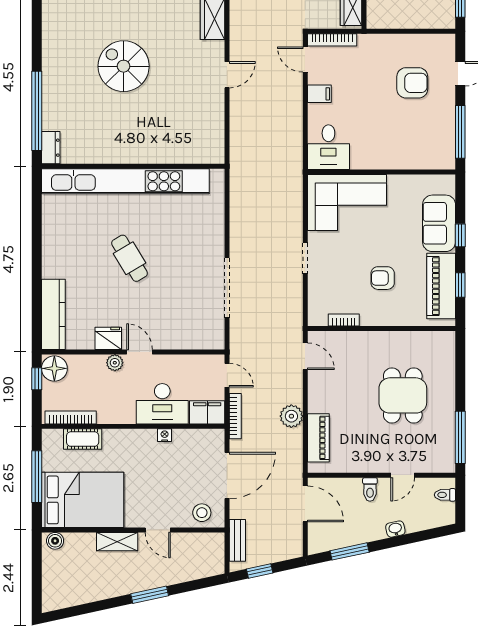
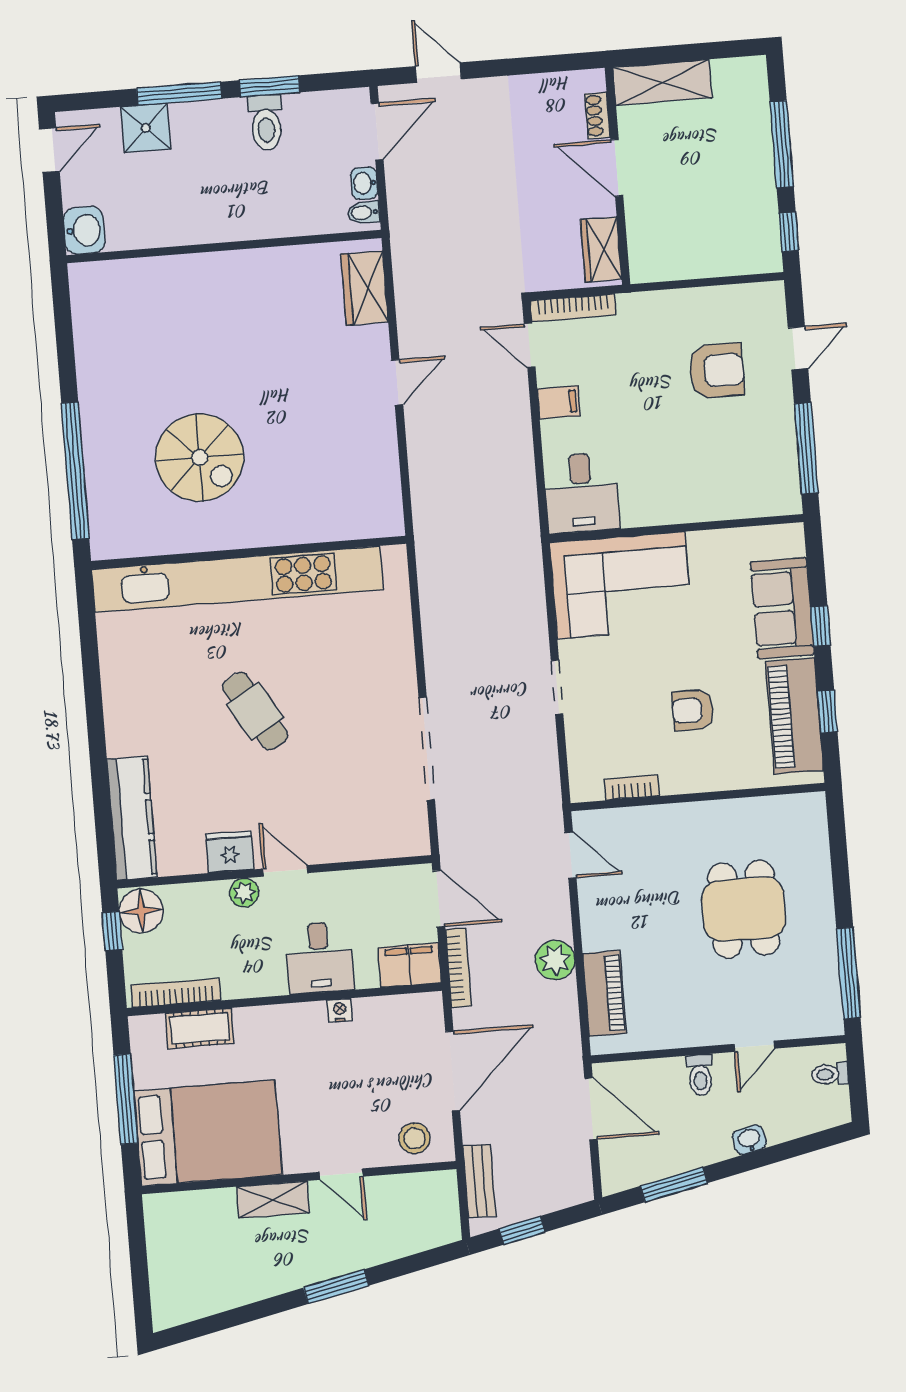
spiral stairs: (124, 66) -> (200, 458), moved, turned 180
dresser: (51, 148) -> (104, 532), removed
door: (227, 375) -> (439, 899), width x1.38
desk: (162, 404) -> (319, 958), width x0.73
boiler: (55, 541) -> (166, 1207), removed

